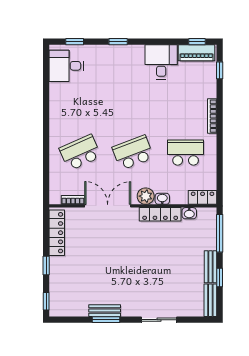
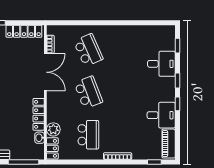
window: (197, 42) -> (177, 104), moved
desk: (66, 66) -> (161, 64), moved, turned 90
plant: (146, 196) -> (53, 129), moved
washbasin: (162, 199) -> (51, 116), removed

